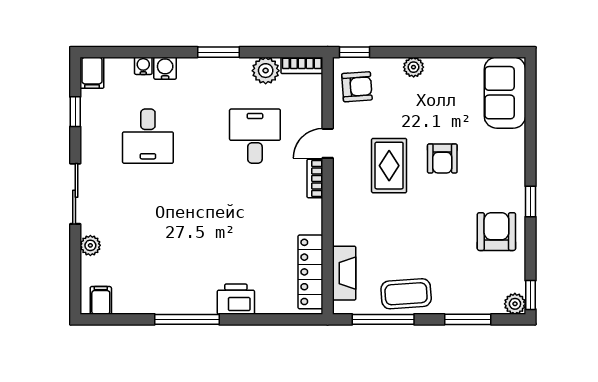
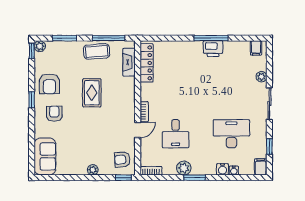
plant: (266, 71) -> (184, 168), moved
desk: (148, 136) -> (231, 134), width x1.37
armchair: (442, 158) -> (54, 114), moved
rug: (389, 166) -> (92, 93), moved
printer: (236, 299) -> (213, 49), moved

